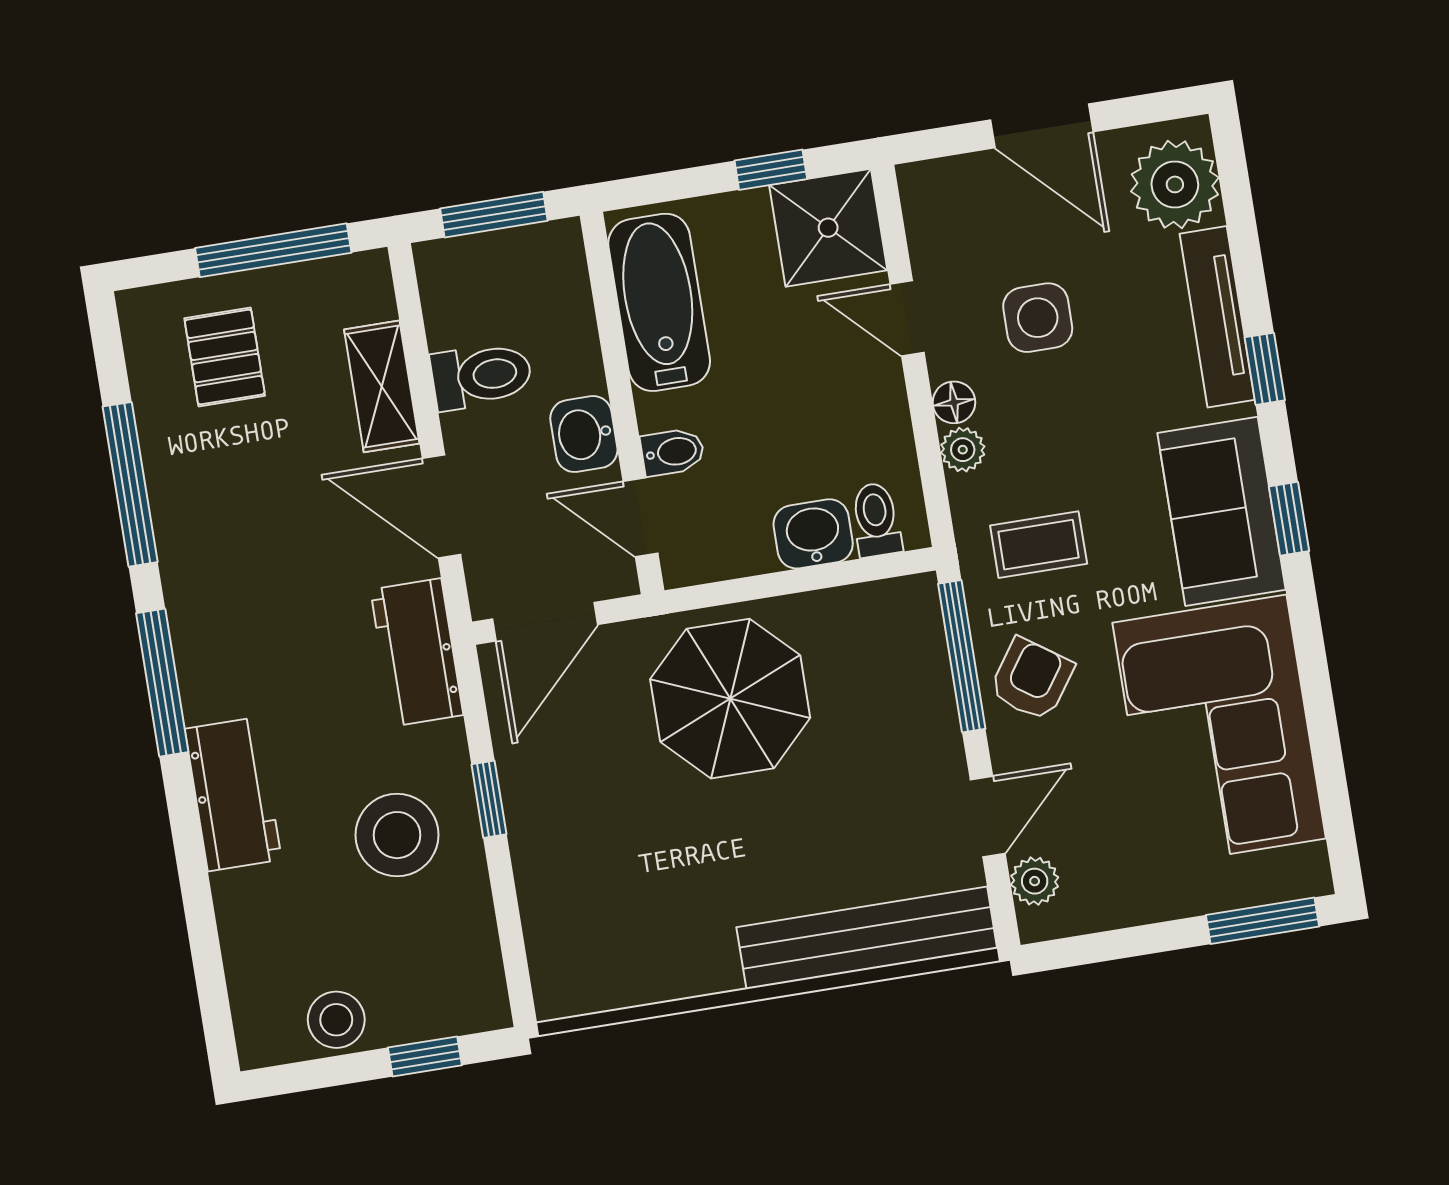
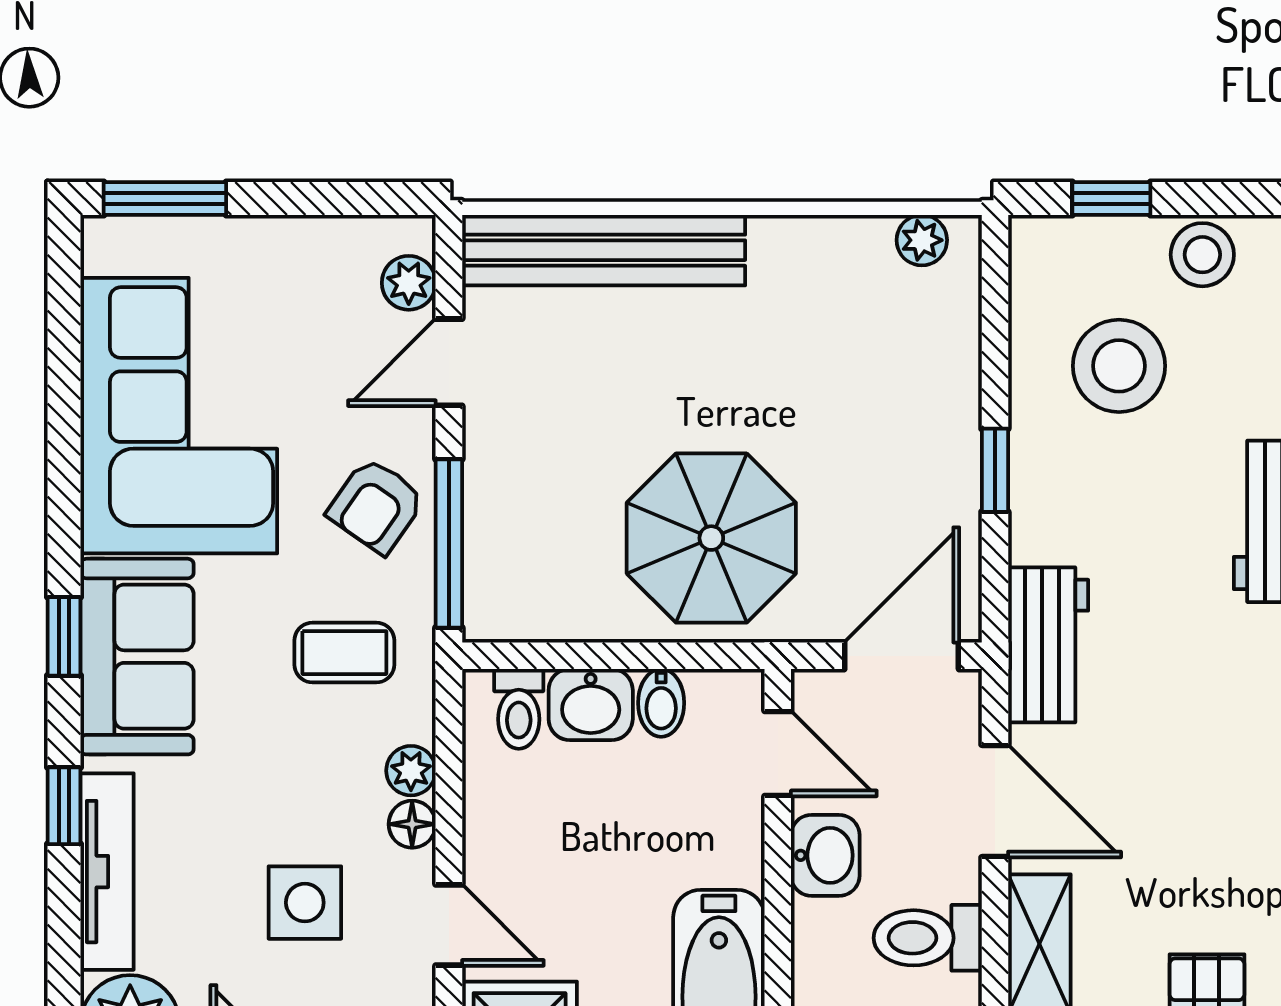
bidet: (673, 452) -> (661, 703), moved, turned -90
stool: (397, 835) -> (1119, 366), moved
plant: (587, 992) -> (922, 240), added

